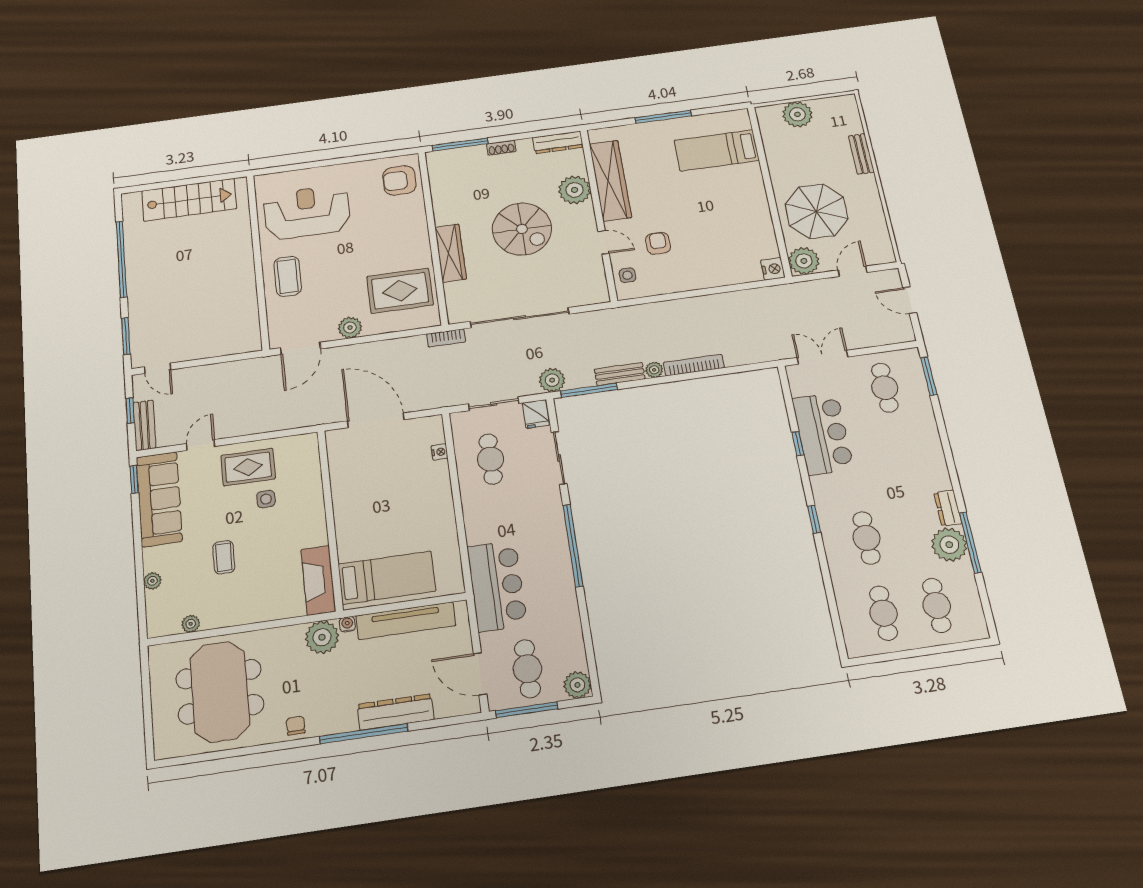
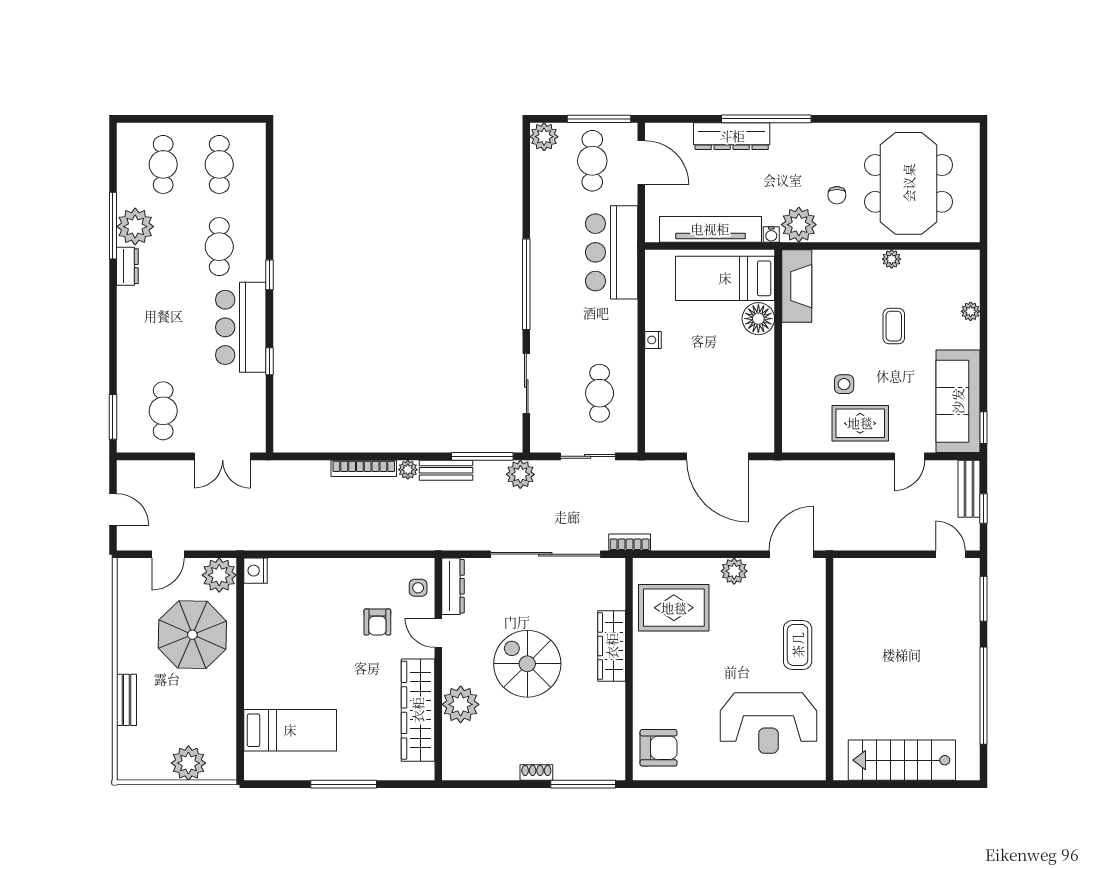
dresser: (558, 142) -> (453, 586), moved, turned 90
fridge: (536, 414) -> (544, 437), removed
bar counter: (823, 434) -> (241, 327), moved
nightstand: (440, 452) -> (653, 340), moved
floor lamp: (351, 546) -> (758, 319), added
plant: (191, 624) -> (892, 259), moved
chair: (296, 726) -> (837, 195), moved

